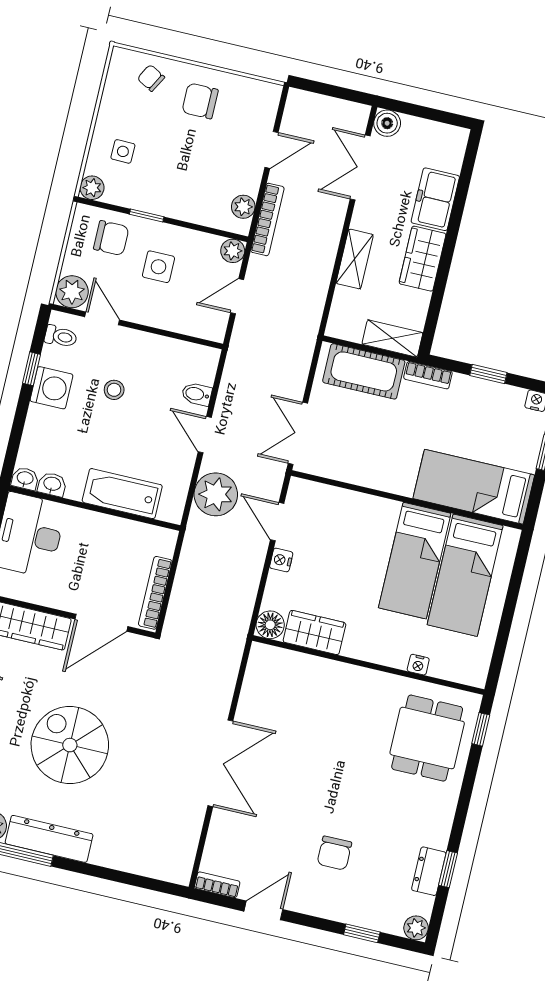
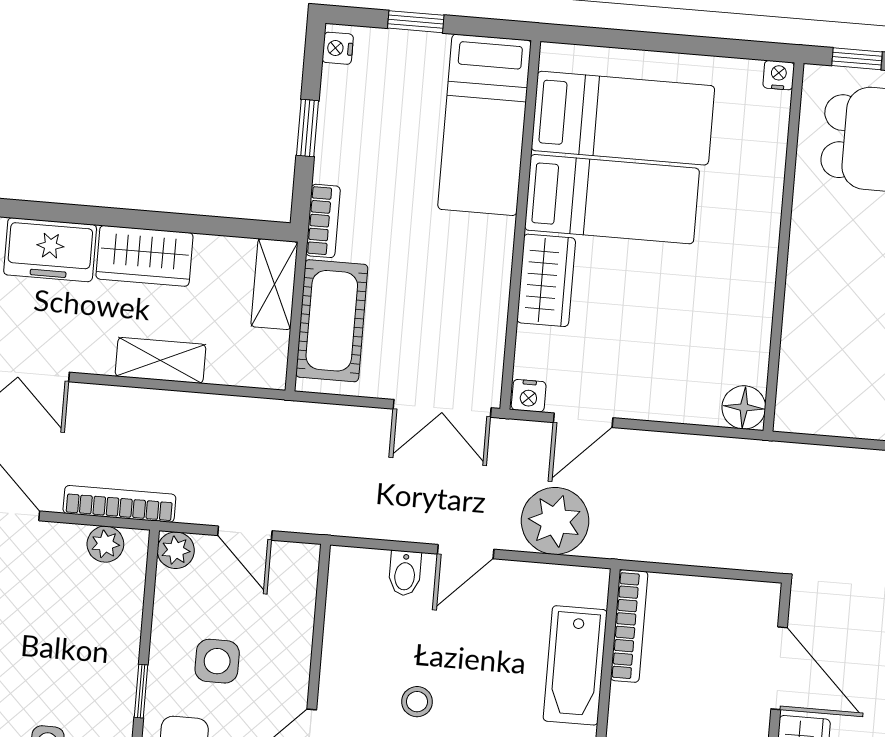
nightstand: (281, 560) -> (529, 396), moved
bookcase: (155, 593) -> (629, 626), moved, turned -90
wardrobe: (314, 632) -> (546, 280), moved, turned 180
nightstand: (418, 665) -> (779, 75), moved, turned -90

